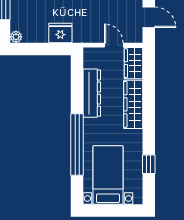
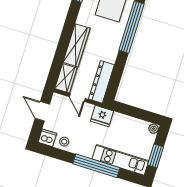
fridge: (60, 33) -> (102, 116), moved
dresser: (92, 93) -> (101, 82), moved

